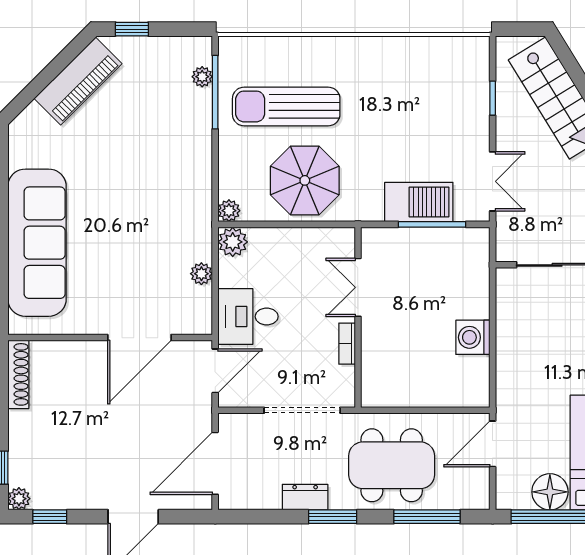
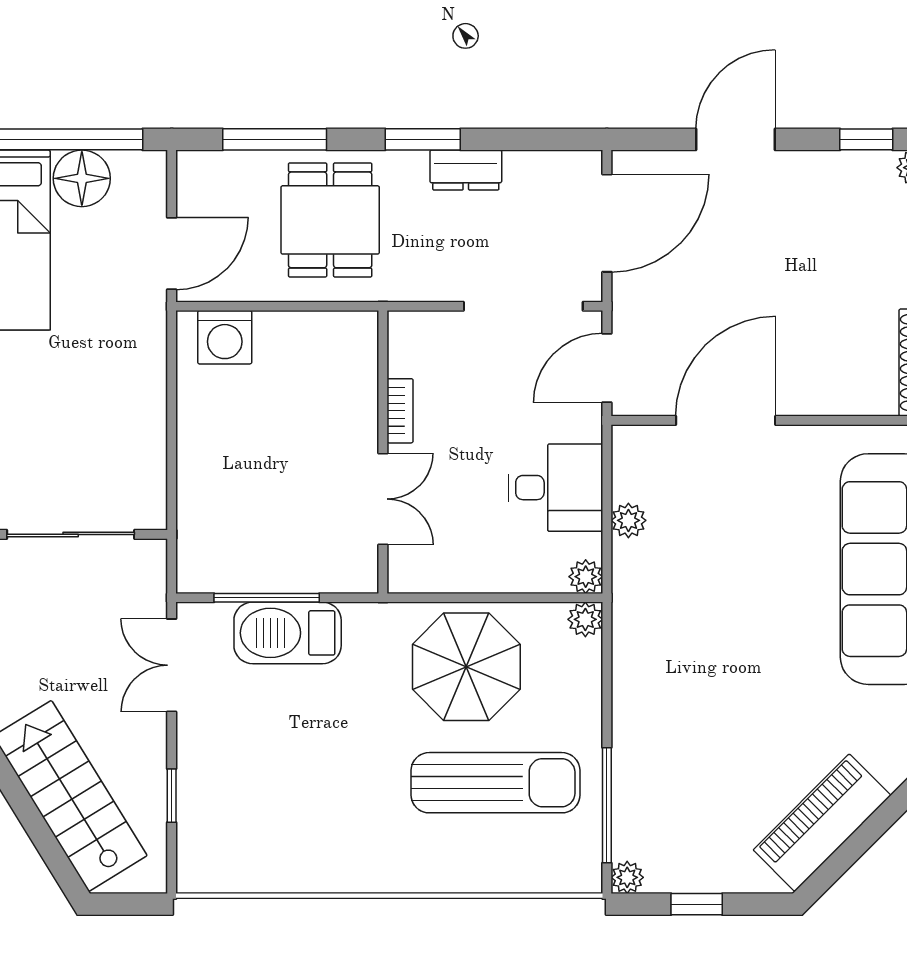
window: (132, 29) -> (697, 904), moved
plant: (202, 77) -> (627, 877), moved
plant: (233, 242) -> (586, 577), width x0.73, depth x0.73
desk: (248, 317) -> (555, 488), moved
washing machine: (473, 337) -> (225, 337), moved, turned 90
doorway: (302, 410) -> (523, 306), moved
dining table: (392, 465) -> (330, 220), width x0.73

